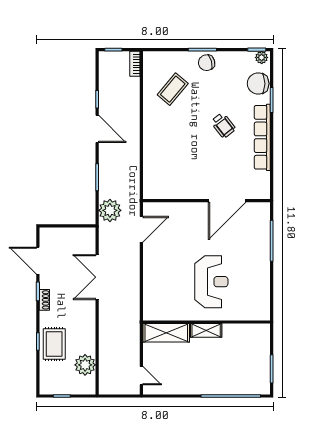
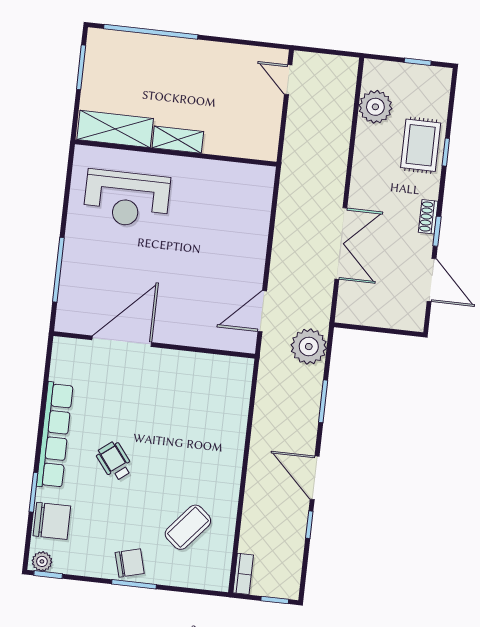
reception desk: (211, 282) -> (127, 199), moved, turned -90
shelving: (166, 333) -> (115, 129), moved

